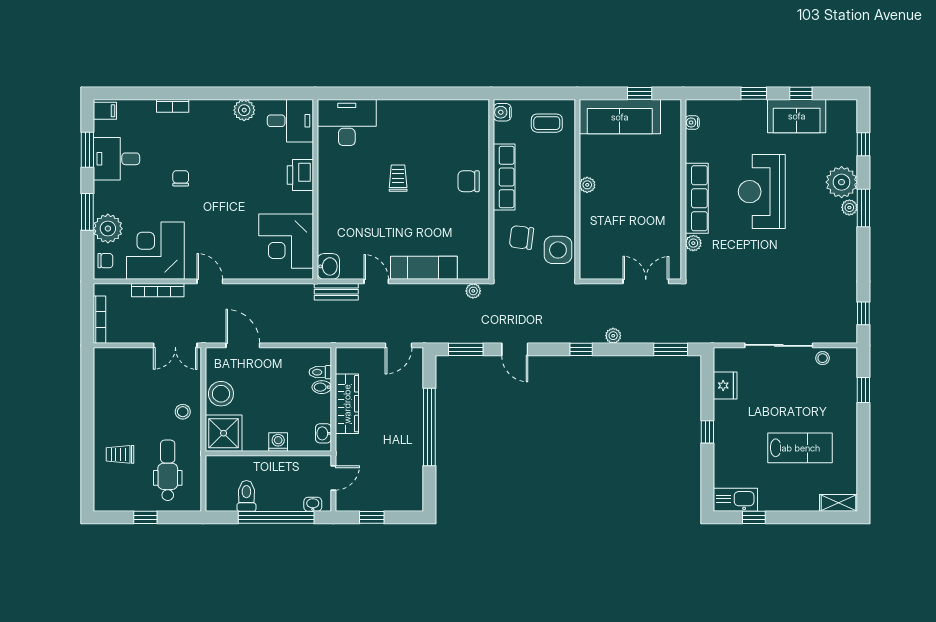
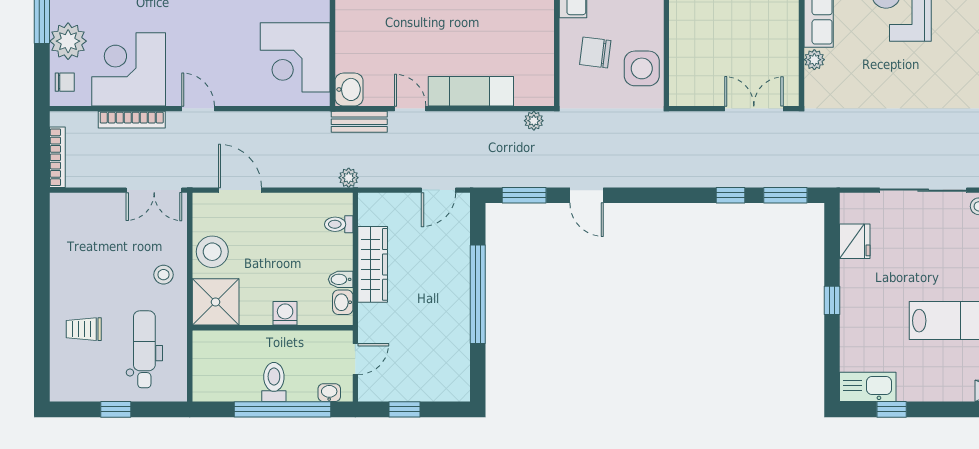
plant: (613, 336) -> (349, 178), moved
window: (581, 349) -> (731, 195), moved
bidet: (322, 387) -> (341, 279), moved
toilet: (246, 496) -> (274, 382), moved

